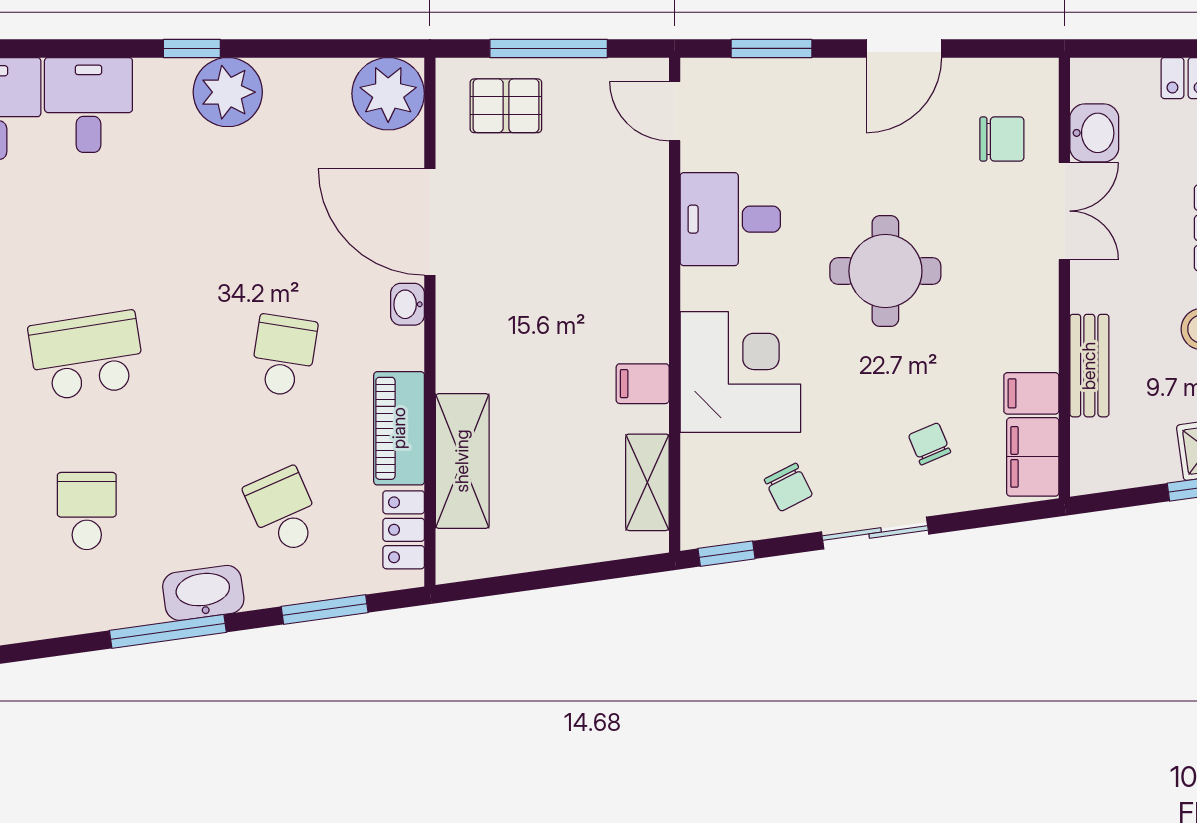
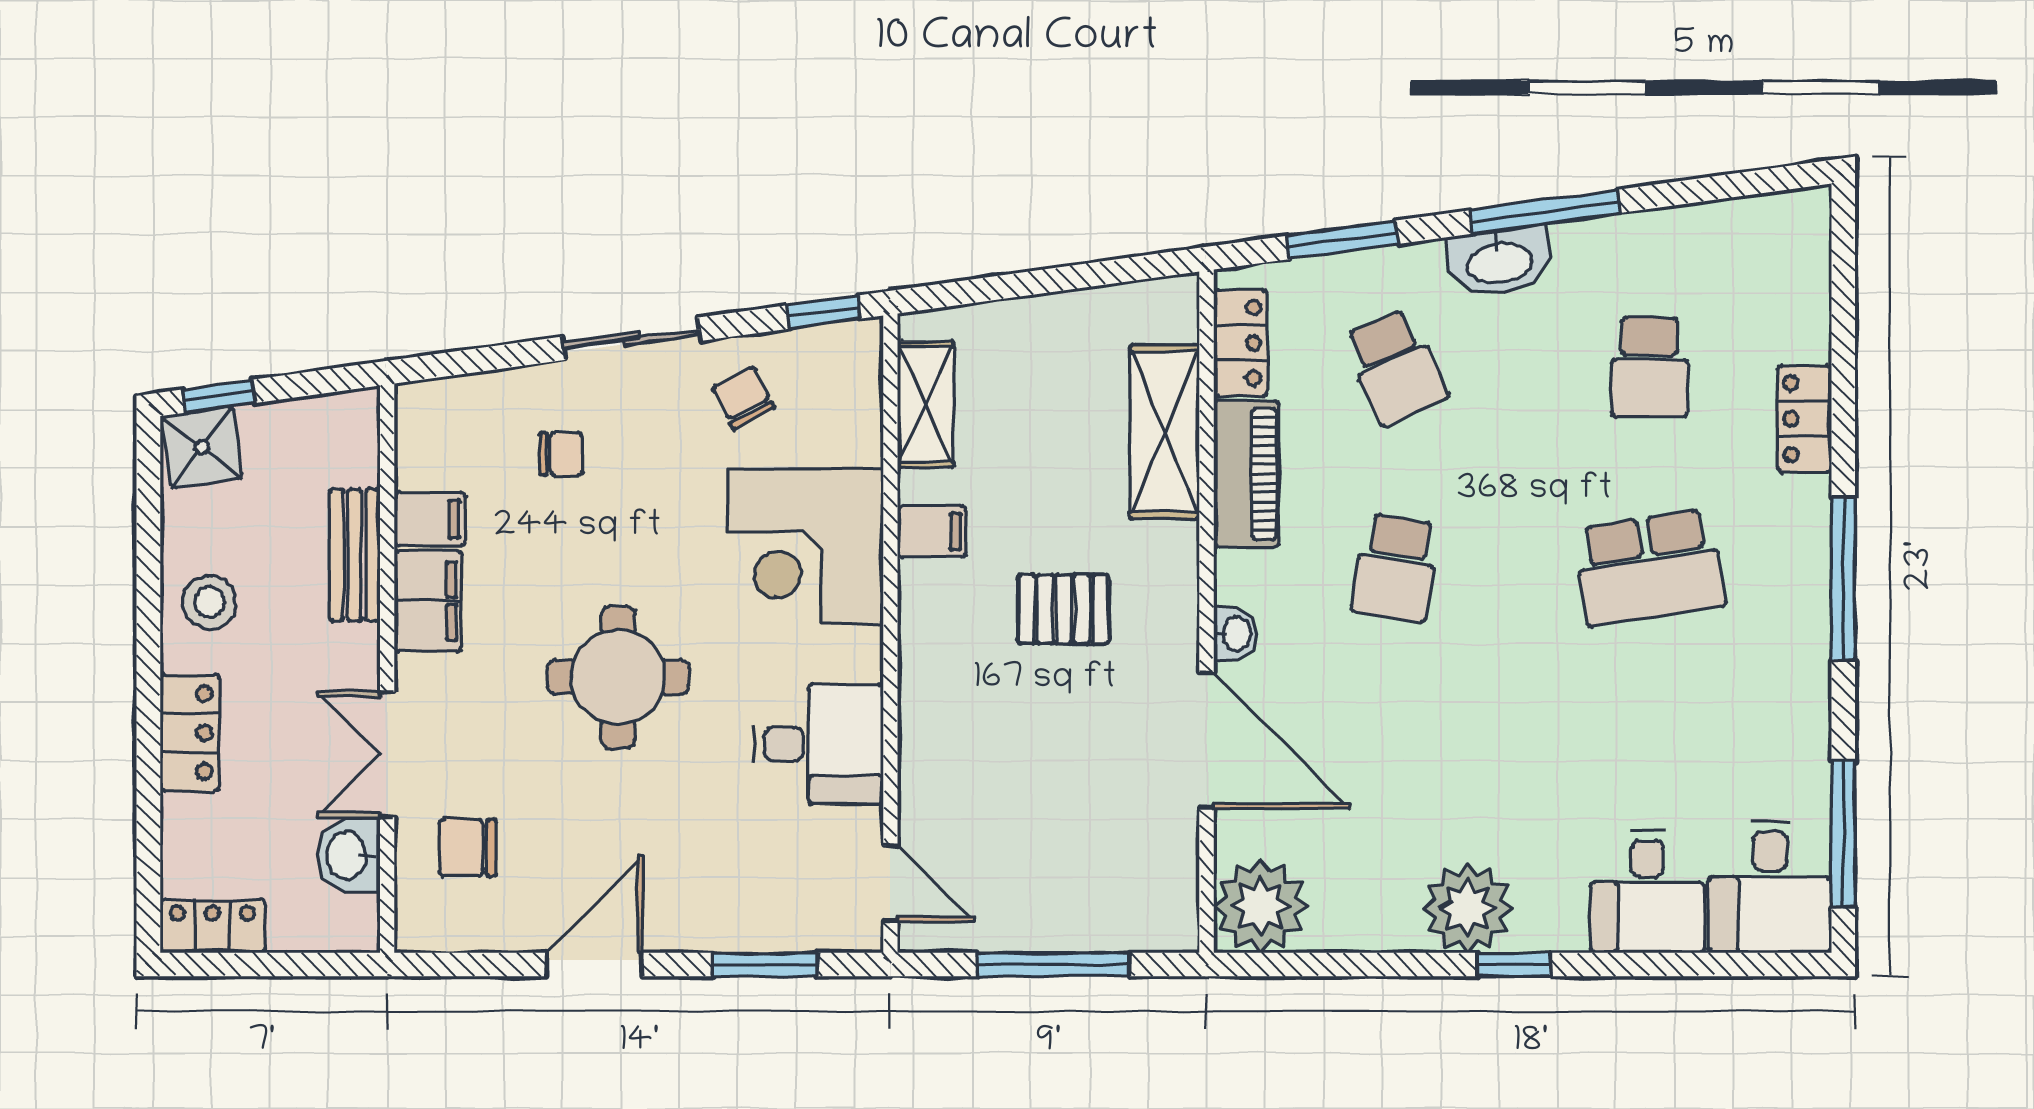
pallet: (506, 106) -> (1063, 609), moved
chair: (929, 444) -> (561, 454), turned -67
filing cabinet: (1033, 457) -> (428, 601), moved

